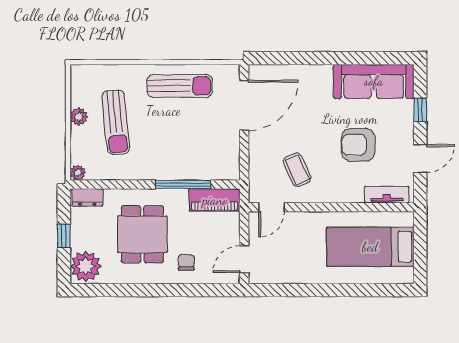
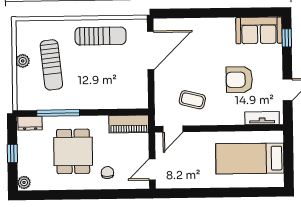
sofa: (374, 81) -> (259, 30), width x0.73
window: (420, 110) -> (287, 38), moved
coffee table: (297, 170) -> (192, 100), turned -52
plant: (78, 173) -> (23, 104), removed
window: (183, 184) -> (58, 113), moved
plant: (86, 266) -> (24, 182), width x0.53, depth x0.53

